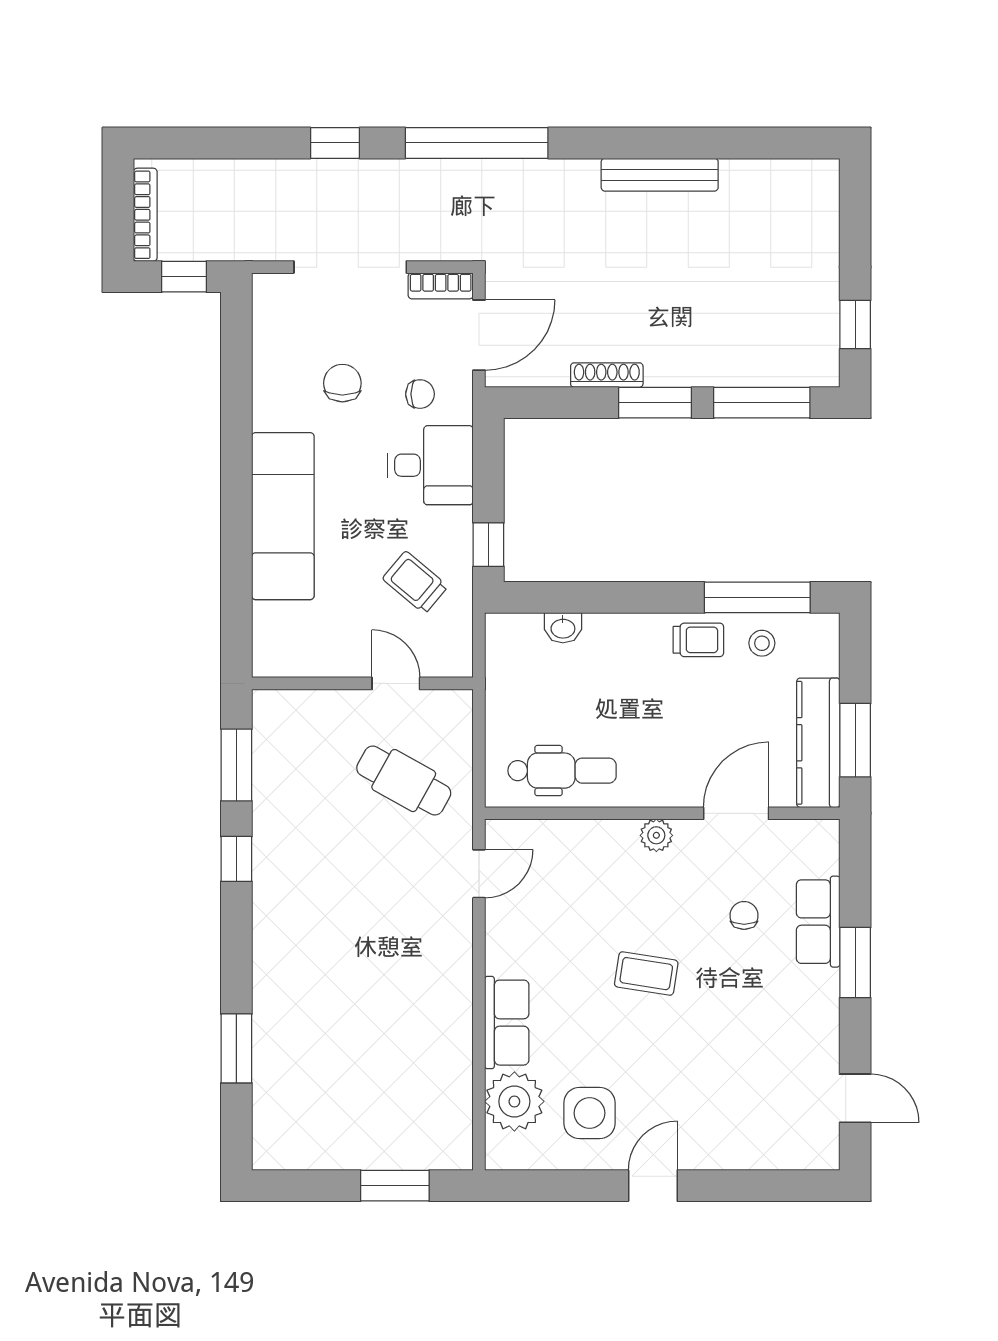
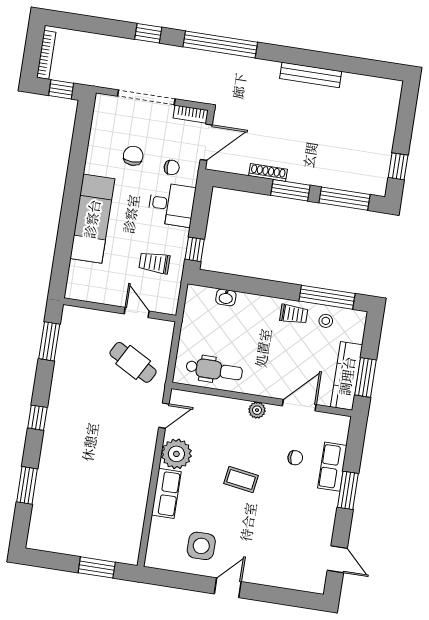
trolley: (415, 582) -> (154, 263), turned -40
window: (236, 859) -> (37, 418), moved
chair: (744, 915) -> (295, 458), turned 90
plant: (514, 1101) -> (176, 454), moved

